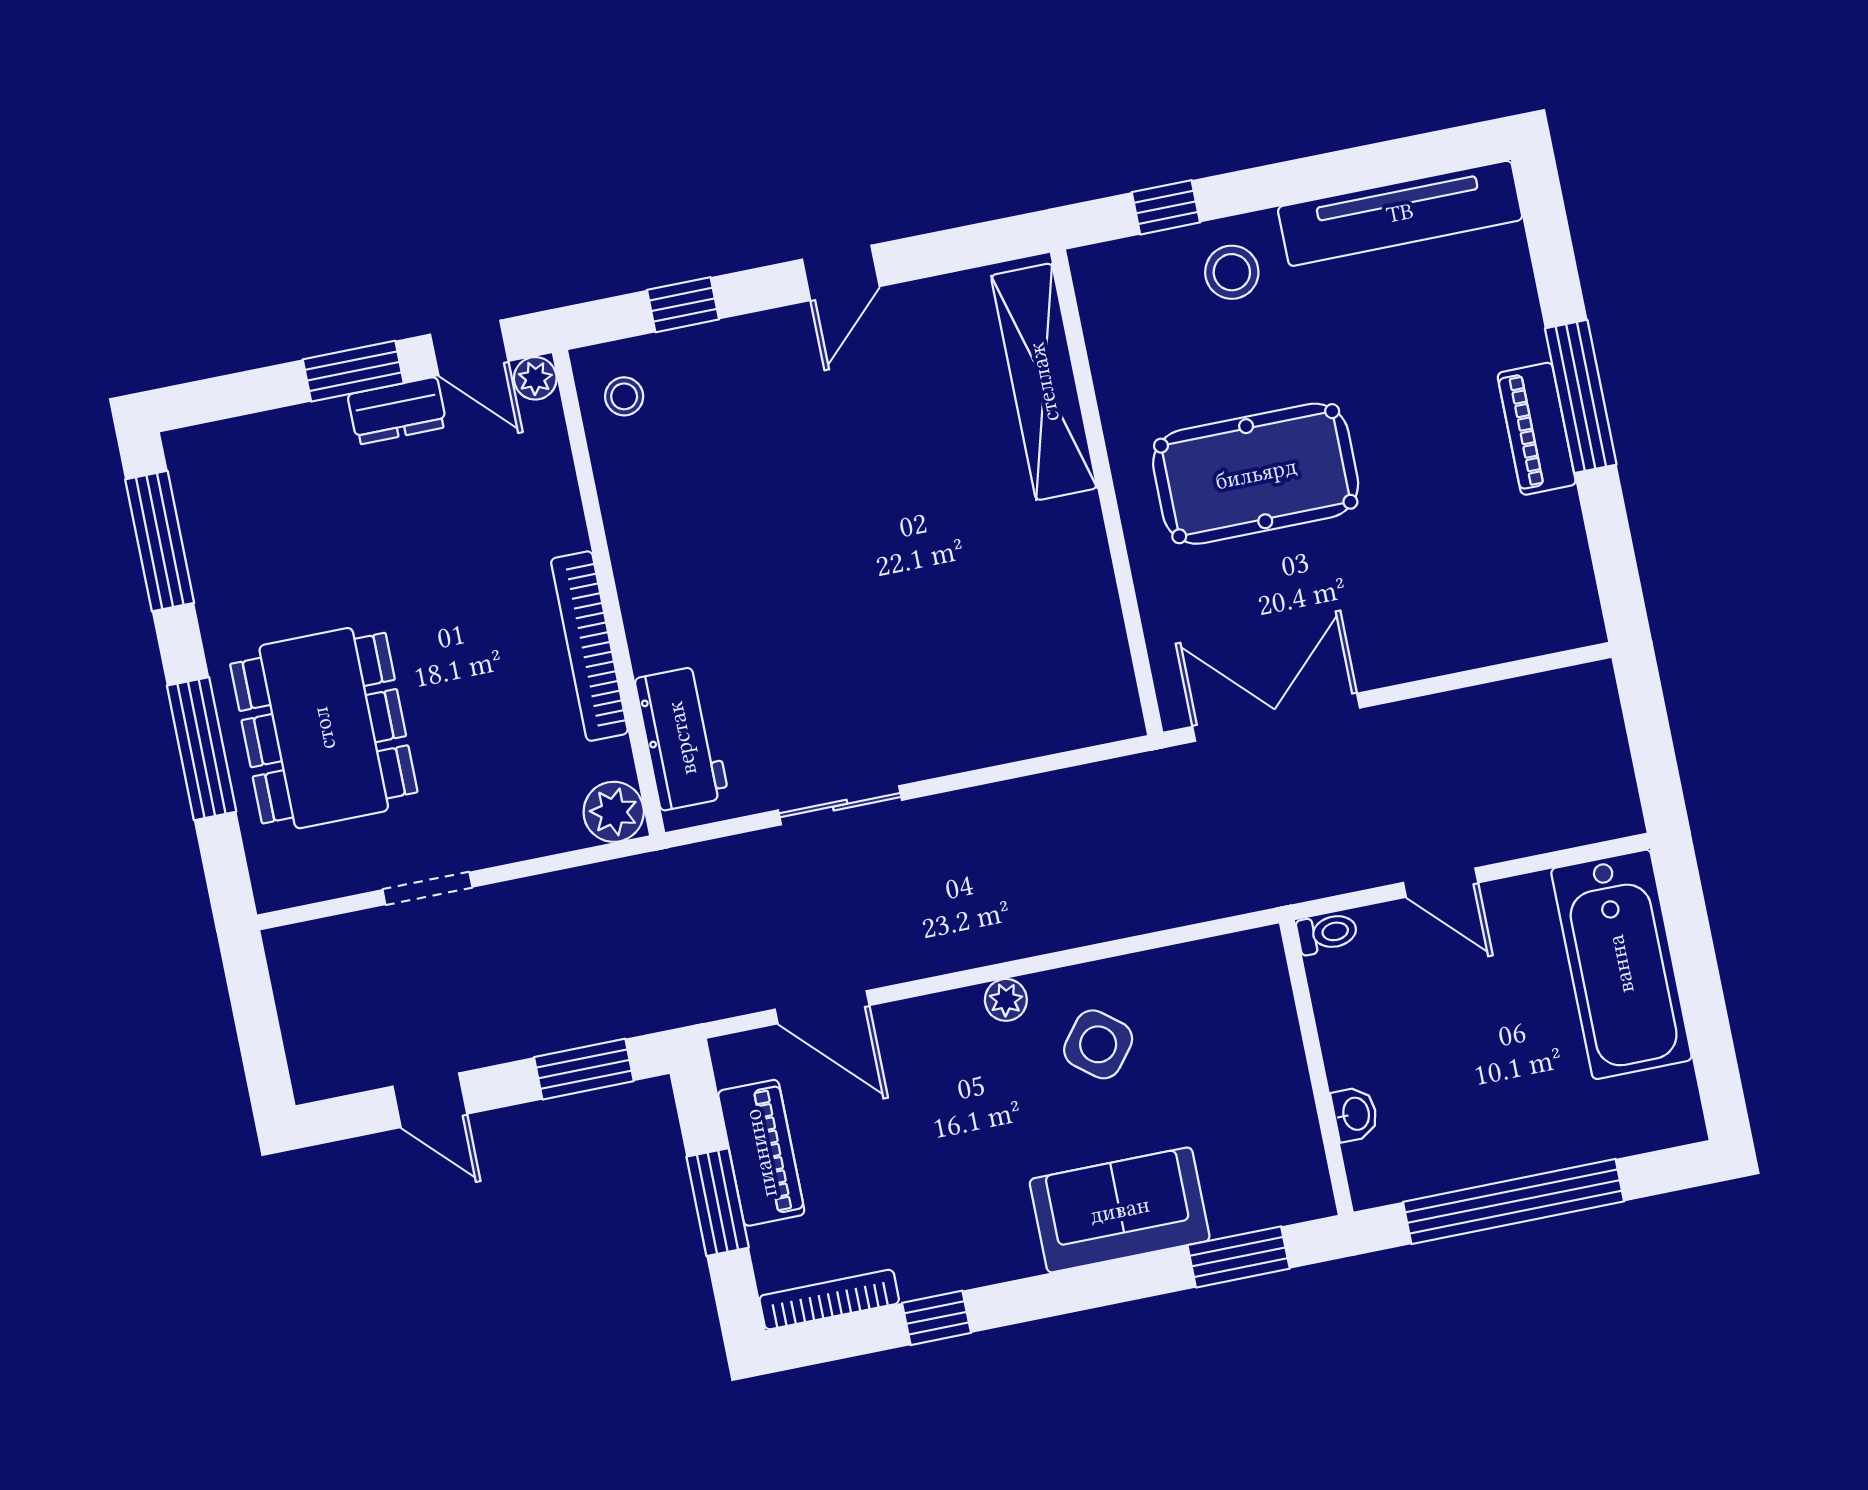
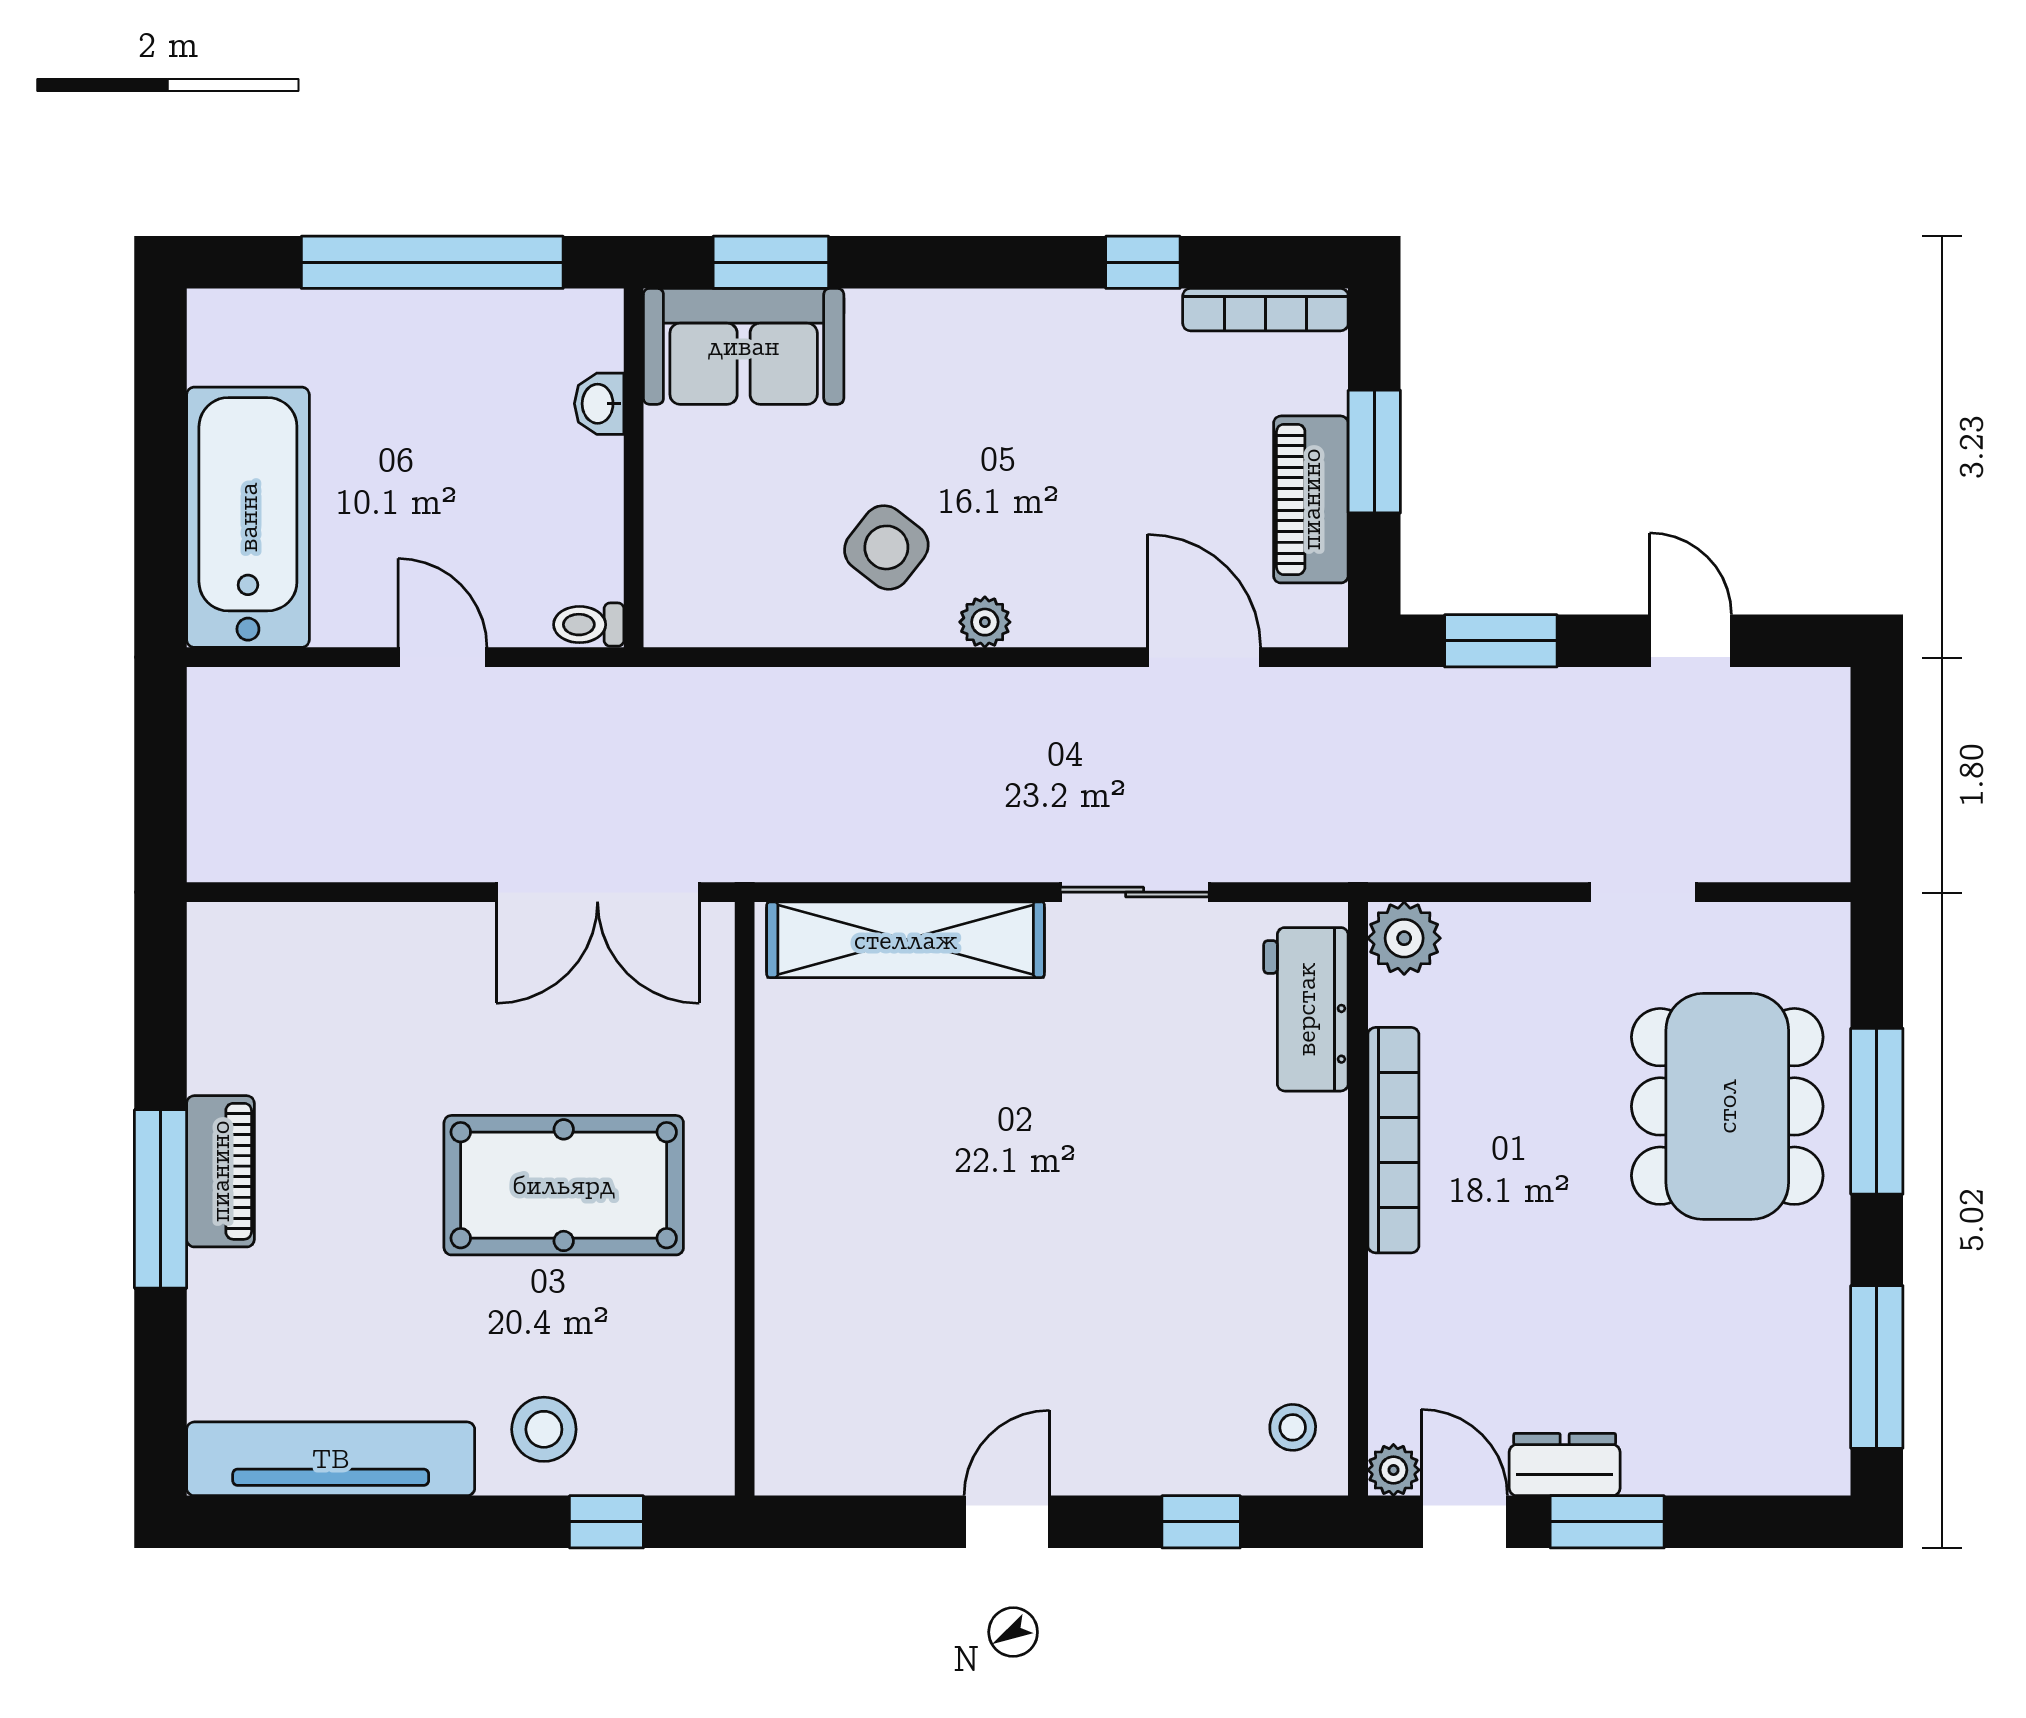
shelving: (1044, 382) -> (906, 940), moved, turned 90
sofa: (1120, 1210) -> (744, 346), moved

